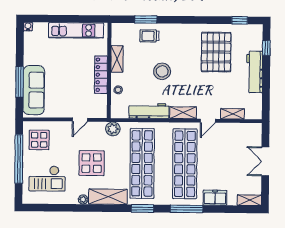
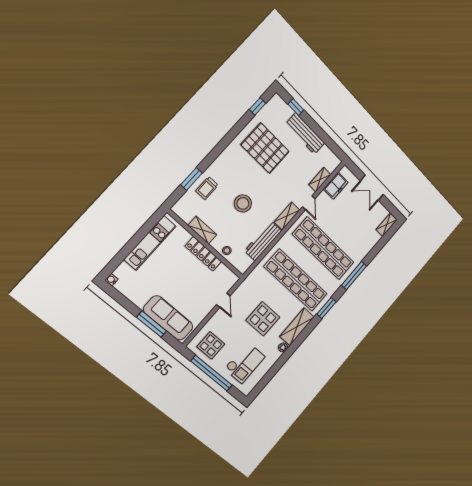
plant: (113, 129) -> (252, 281), removed
freezer: (215, 198) -> (336, 186), moved, turned 180

